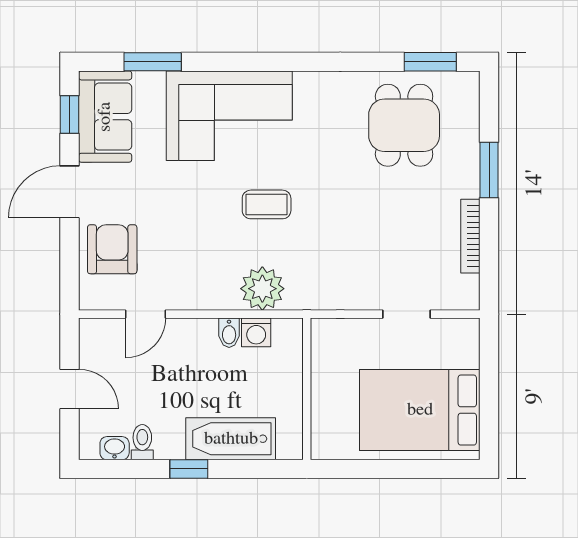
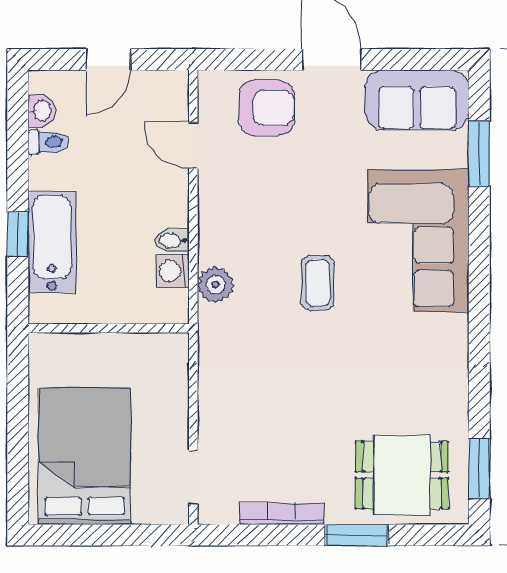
window: (70, 115) -> (419, 60), removed
dining table: (404, 125) -> (402, 475), moved
plant: (262, 289) -> (215, 285), width x0.73, depth x0.73
doorway: (407, 314) -> (193, 477), moved
window: (189, 469) -> (18, 234), moved

